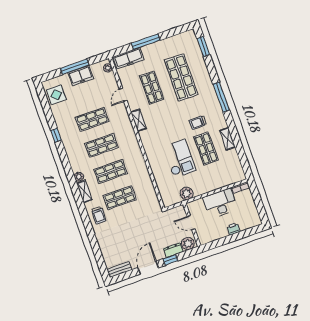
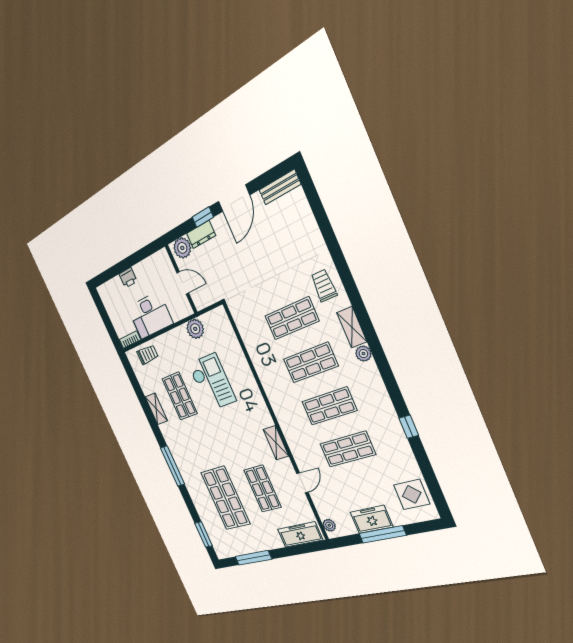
window: (146, 42) -> (253, 558), moved
trolley: (198, 123) -> (148, 355), moved
checkout: (180, 159) -> (212, 382), turned 180

